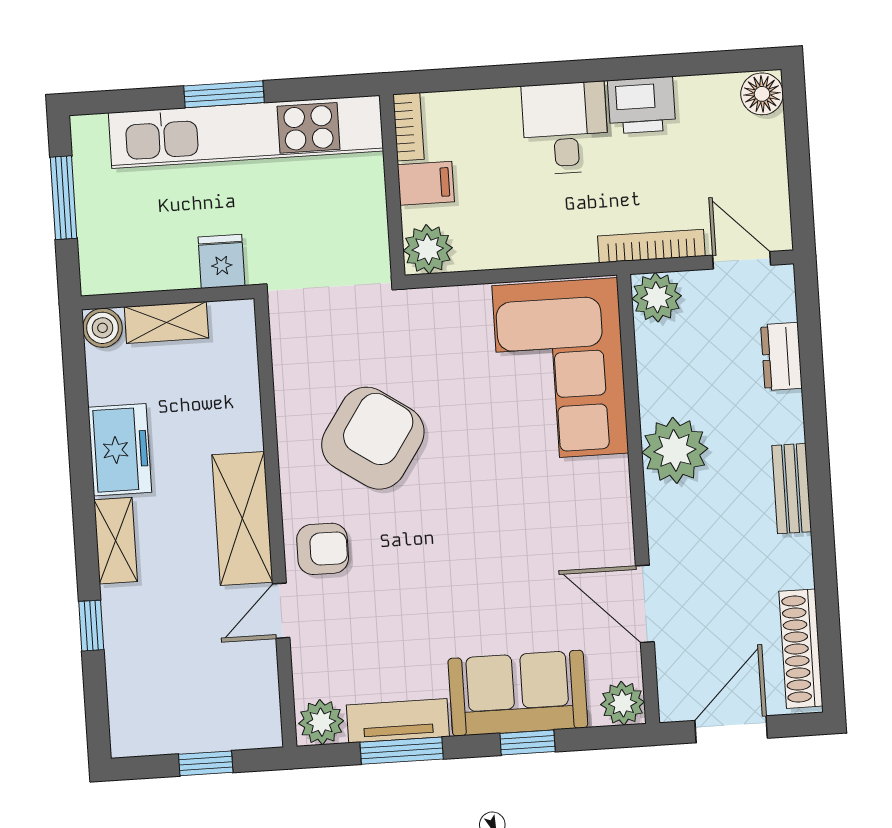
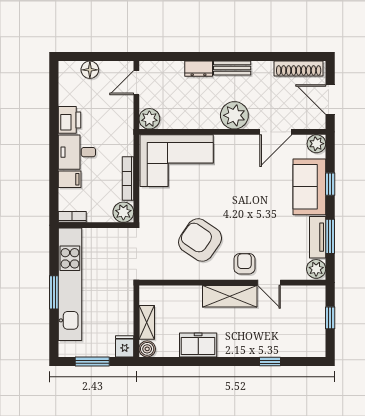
floor lamp: (762, 94) -> (90, 70), moved
filing cabinet: (426, 183) -> (70, 179), moved, turned 90
bookcase: (651, 246) -> (128, 178), moved
fridge: (221, 261) -> (125, 346), moved, turned 90
dresser: (782, 357) -> (199, 69), moved
plant: (675, 450) -> (234, 115), moved
shelving: (116, 541) -> (236, 349), removed

